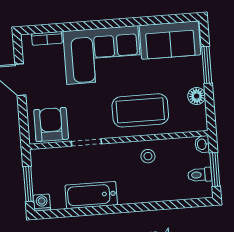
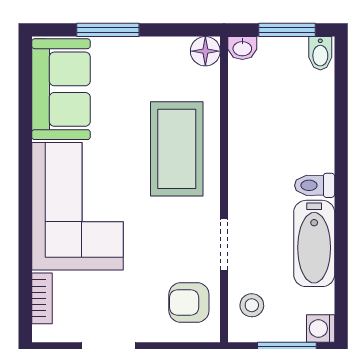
floor lamp: (197, 96) -> (205, 51), moved
armchair: (51, 124) -> (189, 302), width x0.72, depth x0.72
stool: (148, 156) -> (252, 305), moved
toilet: (200, 175) -> (315, 185), moved, turned 90
bidet: (203, 190) -> (320, 53), added

